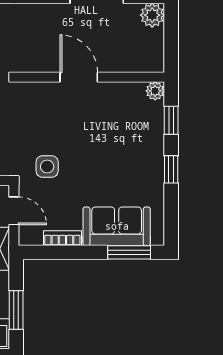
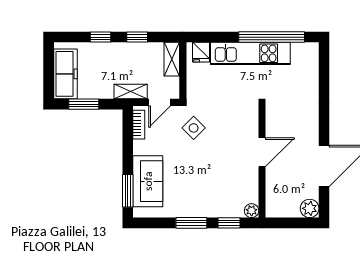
side table: (47, 167) -> (194, 128), turned 45
window: (171, 169) -> (191, 223), width x1.50
bookcase: (62, 238) -> (139, 125), moved

